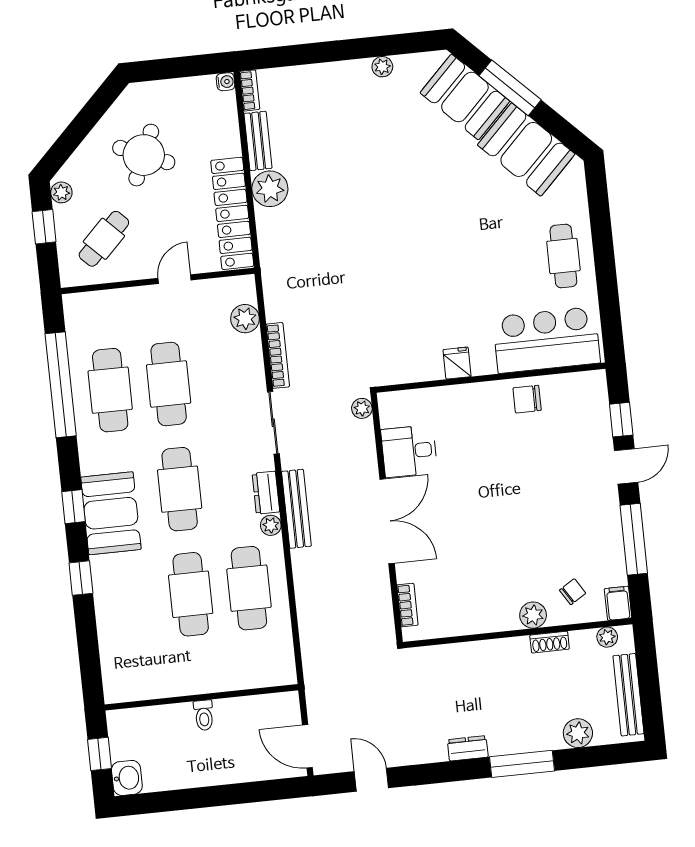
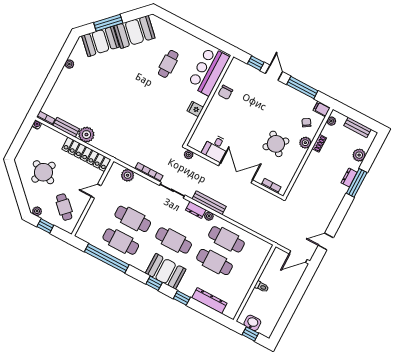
cafe table: (563, 256) -> (168, 64), moved, turned 90
door: (175, 279) -> (96, 191), hinge flipped
round table: (493, 561) -> (276, 144), added
dresser: (111, 634) -> (209, 301), added
bench: (628, 695) -> (357, 127), width x0.73
dresser: (468, 748) -> (349, 177), moved
washbasin: (127, 778) -> (252, 323), moved

